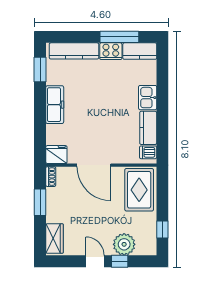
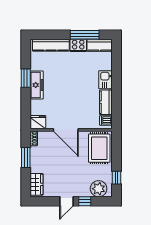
window: (40, 69) -> (26, 78), moved
plant: (124, 244) -> (99, 189), moved
door: (95, 261) -> (66, 201), swing flipped

